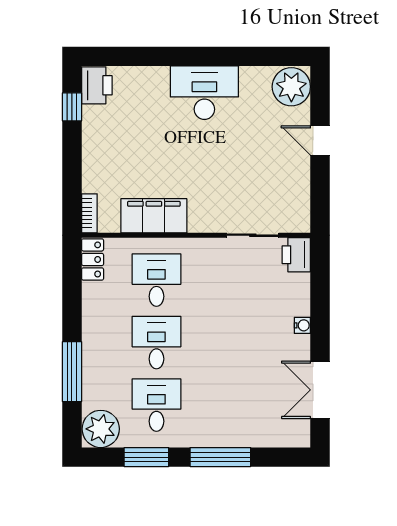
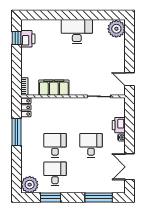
printer: (97, 85) -> (28, 39), moved
door: (320, 140) -> (129, 79), moved
printer: (296, 255) -> (119, 125), moved
desk: (156, 280) -> (91, 145), moved
window: (72, 372) -> (17, 132), moved
window: (220, 457) -> (99, 197), moved

